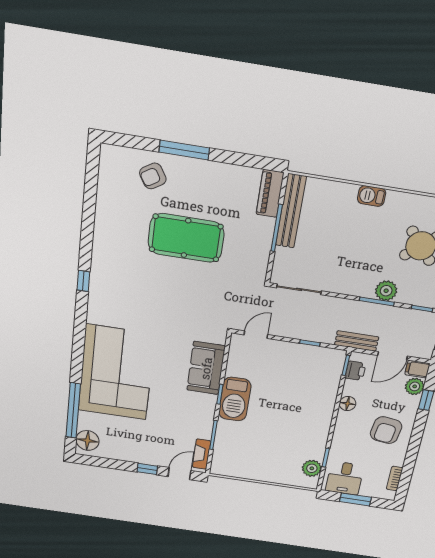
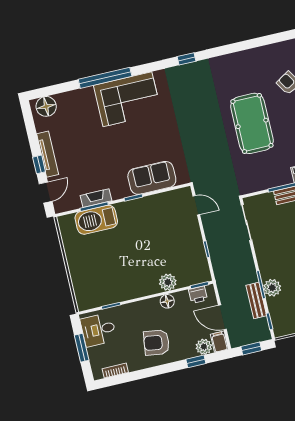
bench: (357, 341) -> (256, 301), moved
corner sofa: (116, 373) -> (127, 99), width x0.73, depth x0.74
barbecue: (235, 399) -> (96, 220), moved
window: (73, 411) -> (105, 78), moved
fireplace: (202, 454) -> (96, 198), moved
tv unit: (139, 457) -> (48, 154), added
plant: (312, 468) -> (168, 282), moved
door: (179, 474) -> (46, 193), hinge flipped

